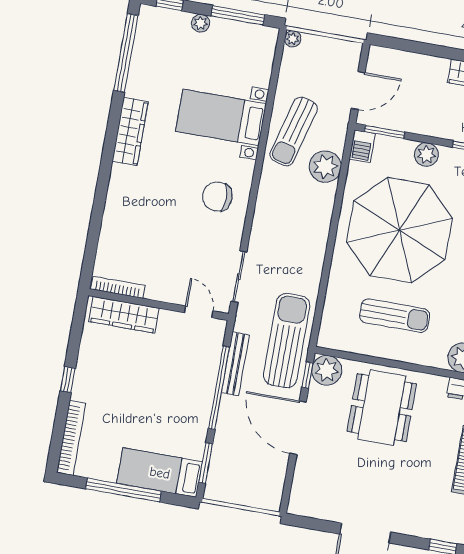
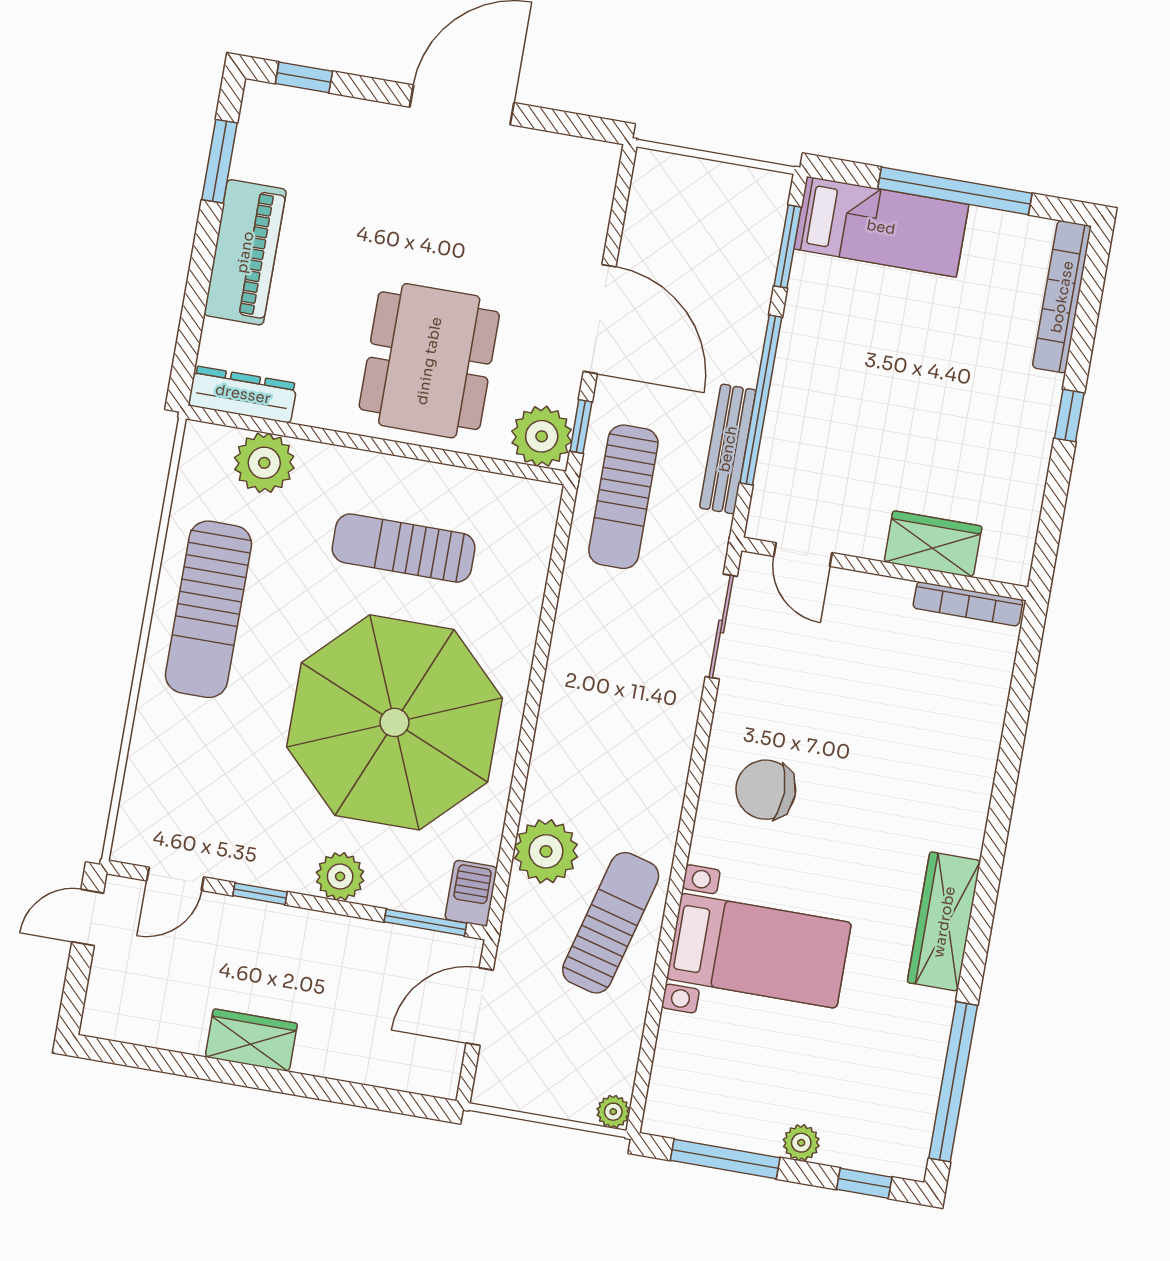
chair: (217, 196) -> (766, 790), turned 180
wardrobe: (124, 315) -> (933, 544), width x0.67
sun lounger: (287, 340) -> (623, 497), width x0.73, depth x0.75

